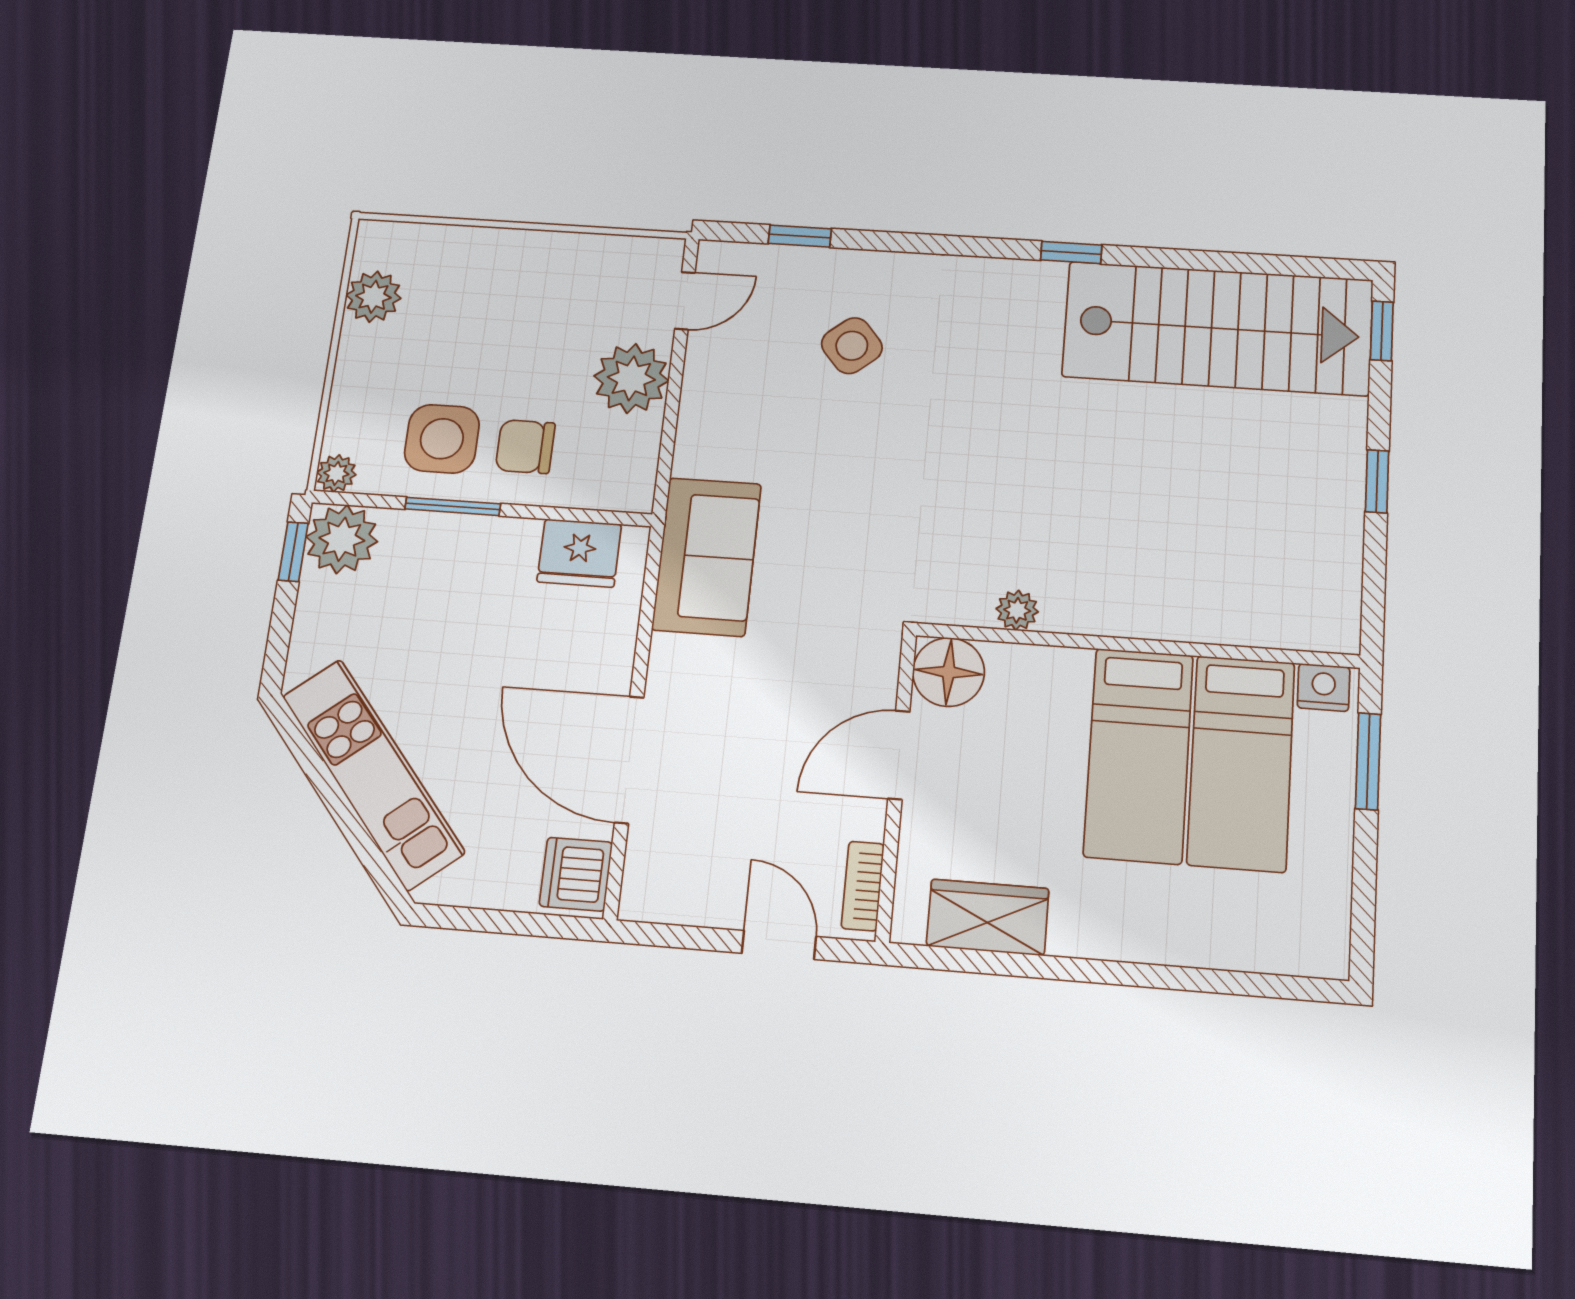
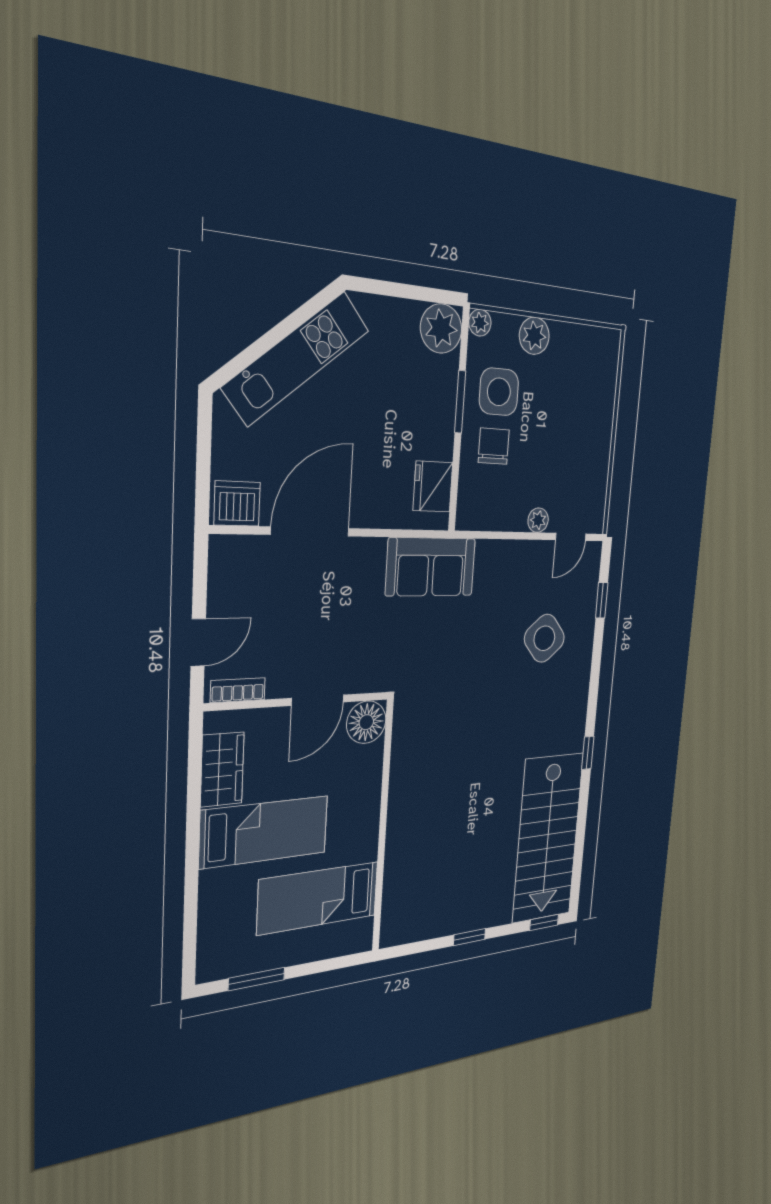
plant: (373, 297) -> (534, 336), moved
door: (685, 301) -> (571, 537), hinge flipped
side table: (852, 346) -> (544, 638), width x1.37, depth x1.37
plant: (631, 378) -> (538, 520), width x0.53, depth x0.53
window: (293, 552) -> (434, 295), removed
plant: (1017, 610) -> (401, 756), removed
nightstand: (1324, 687) -> (361, 934), removed
door: (899, 755) -> (318, 700), swing flipped
bed: (1139, 755) -> (264, 832), moved, turned 180
window: (1368, 761) -> (257, 979), moved

